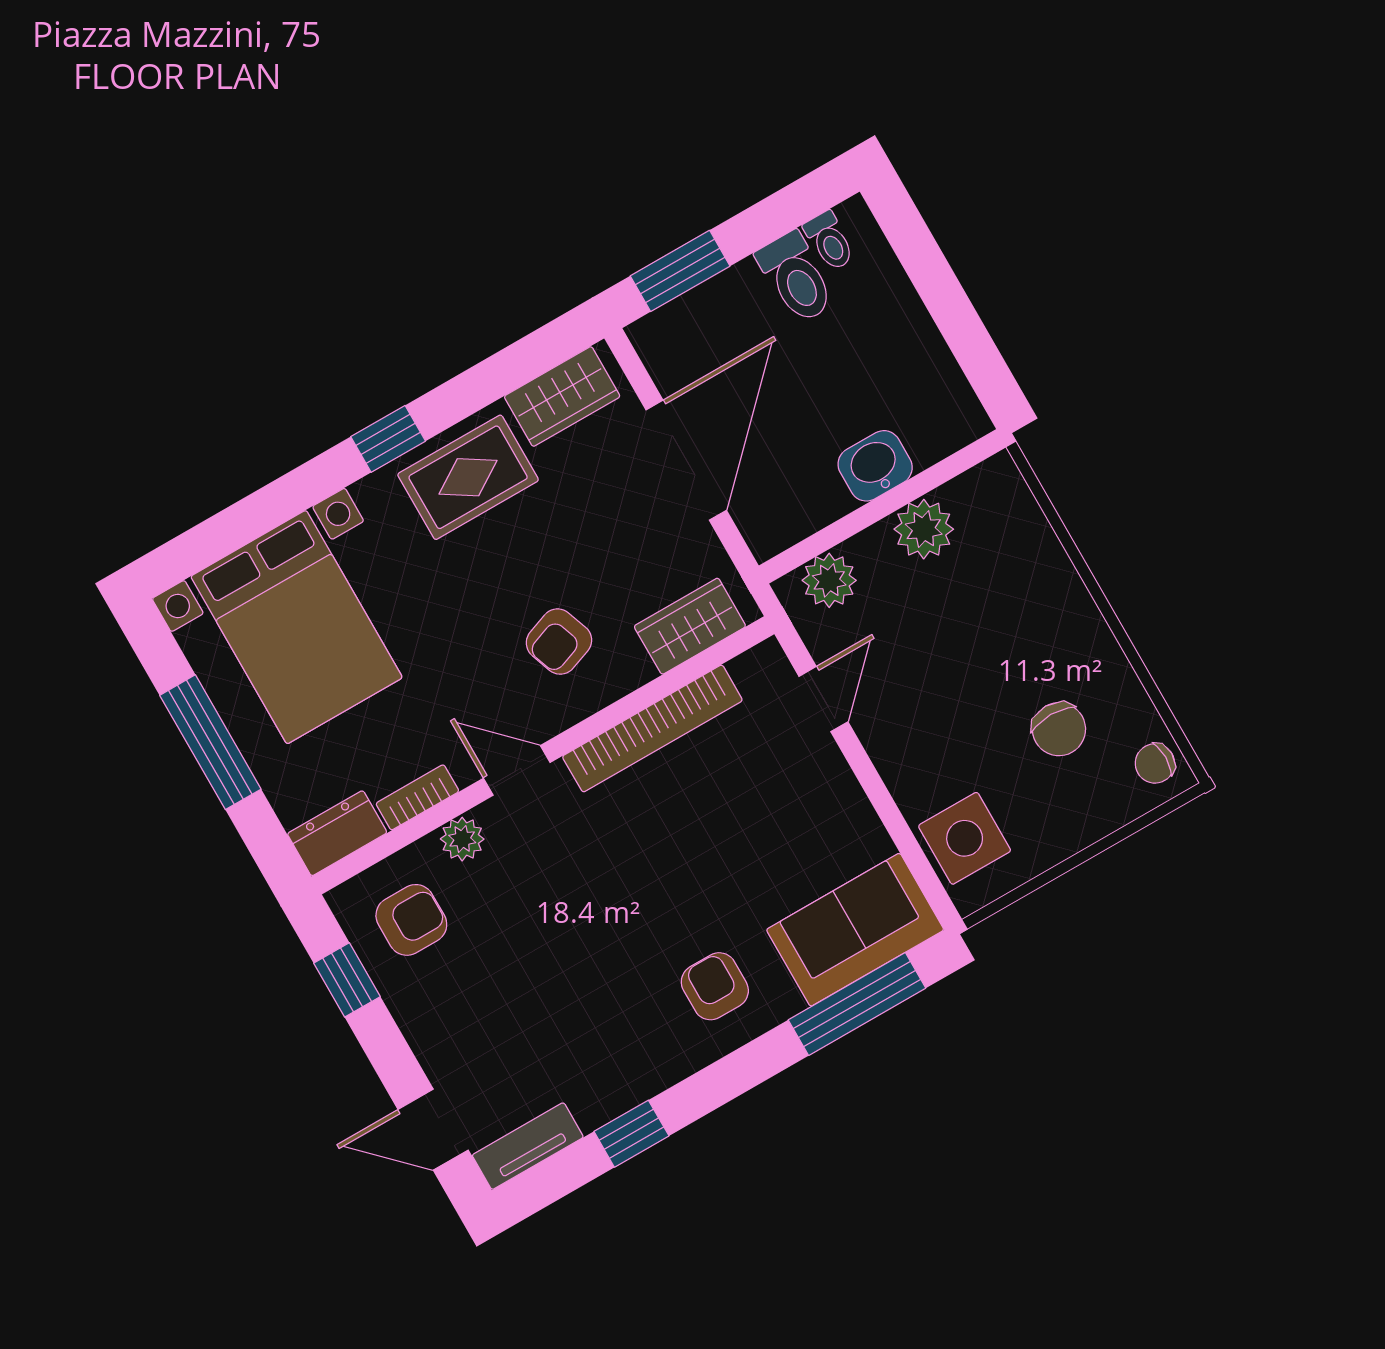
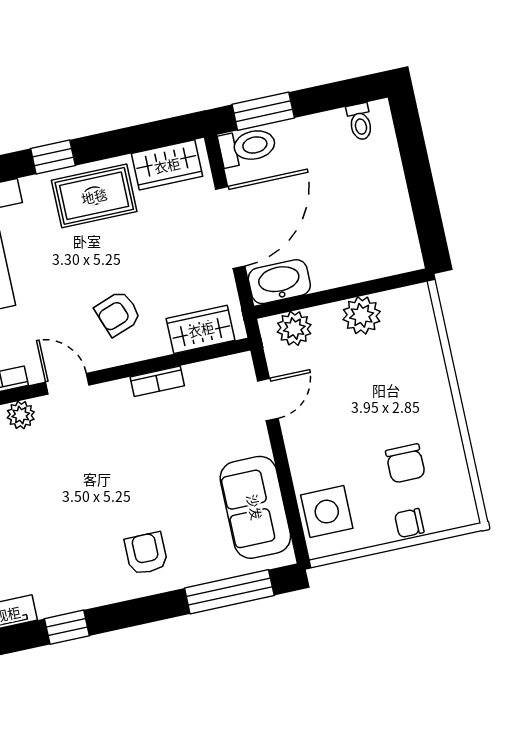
toilet: (796, 278) -> (247, 147), moved, turned -90
washbasin: (875, 466) -> (279, 282), moved, width x1.38
bookcase: (652, 728) -> (157, 381), width x0.43, depth x0.76
chair: (1155, 763) -> (409, 523), moved
sofa: (855, 930) -> (255, 507), moved, turned -90

